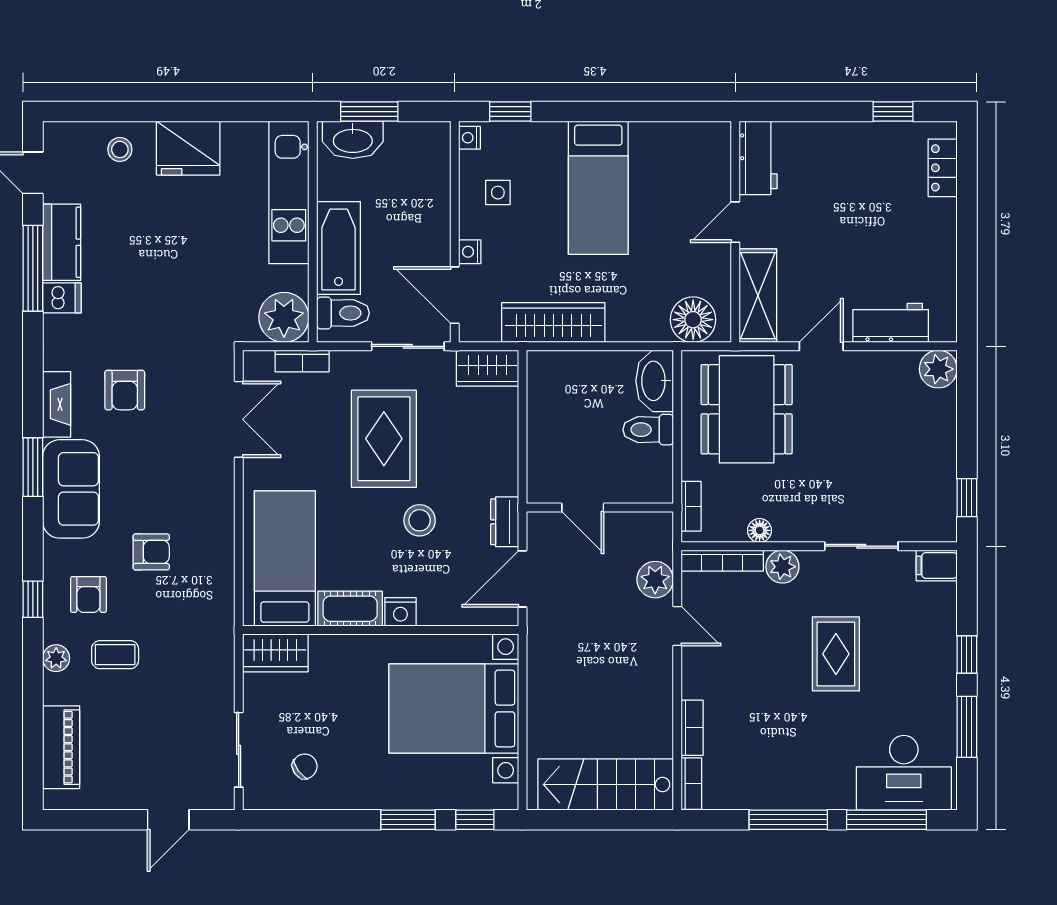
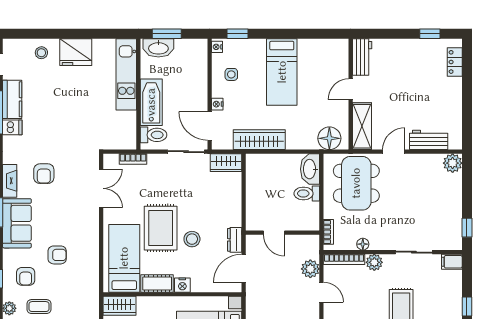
plant: (284, 317) -> (124, 137), removed
rug: (384, 439) -> (161, 228), moved

